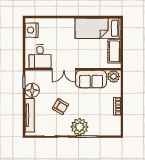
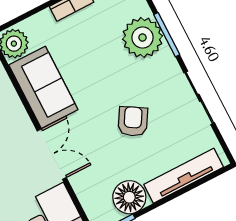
plant: (80, 127) -> (143, 38), moved

